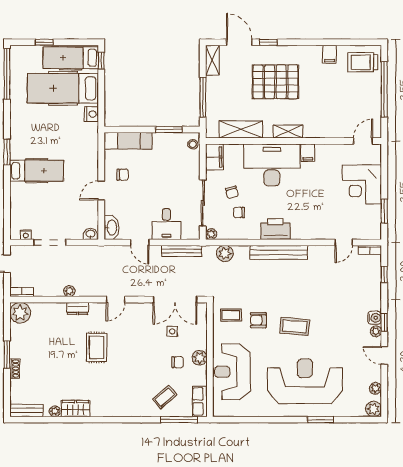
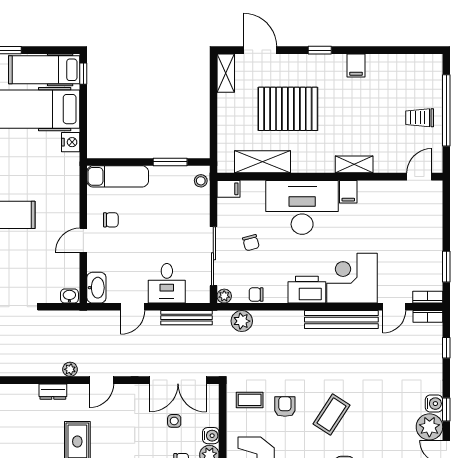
window: (268, 42) -> (320, 50), moved
filing cabinet: (330, 54) -> (356, 65), moved
trolley: (363, 62) -> (420, 118), moved, width x0.73, depth x0.72
pallet: (275, 82) -> (288, 109), moved
window: (203, 97) -> (213, 121), removed
shelving: (288, 131) -> (354, 164), moved
filing cabinet: (214, 157) -> (228, 189), width x0.50
corner desk: (362, 184) -> (352, 278), moved, turned 90
chair: (239, 212) -> (256, 295), moved
bookcase: (370, 235) -> (428, 297), added
door: (140, 242) -> (133, 307), hinge flipped
bench: (279, 252) -> (341, 320), moved
plant: (69, 291) -> (70, 369), moved
armchair: (258, 320) -> (285, 407), turned 90
coffee table: (295, 326) -> (332, 415), turned -62
plant: (376, 331) -> (429, 427), width x1.88, depth x1.88
water cooler: (201, 343) -> (211, 436), added

